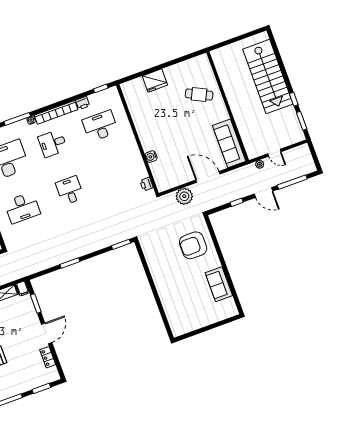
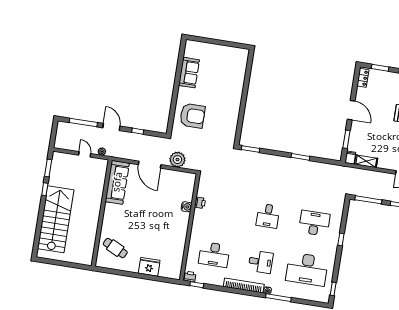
cafe table: (199, 95) -> (115, 248), moved
printer: (83, 103) -> (190, 277), moved
printer: (147, 184) -> (200, 203), moved
door: (47, 333) -> (351, 110), swing flipped
locker: (48, 357) -> (363, 78), moved

